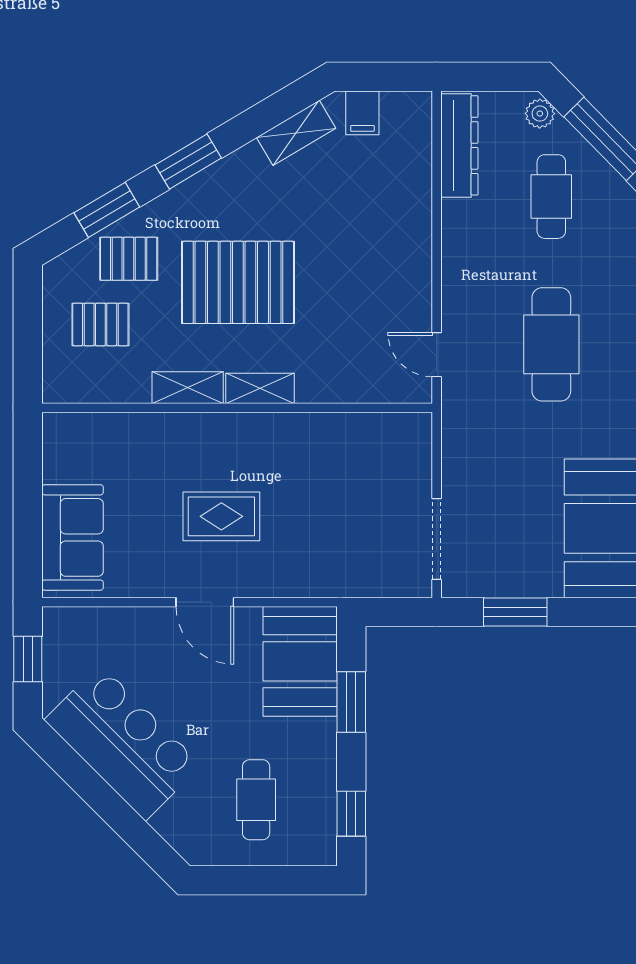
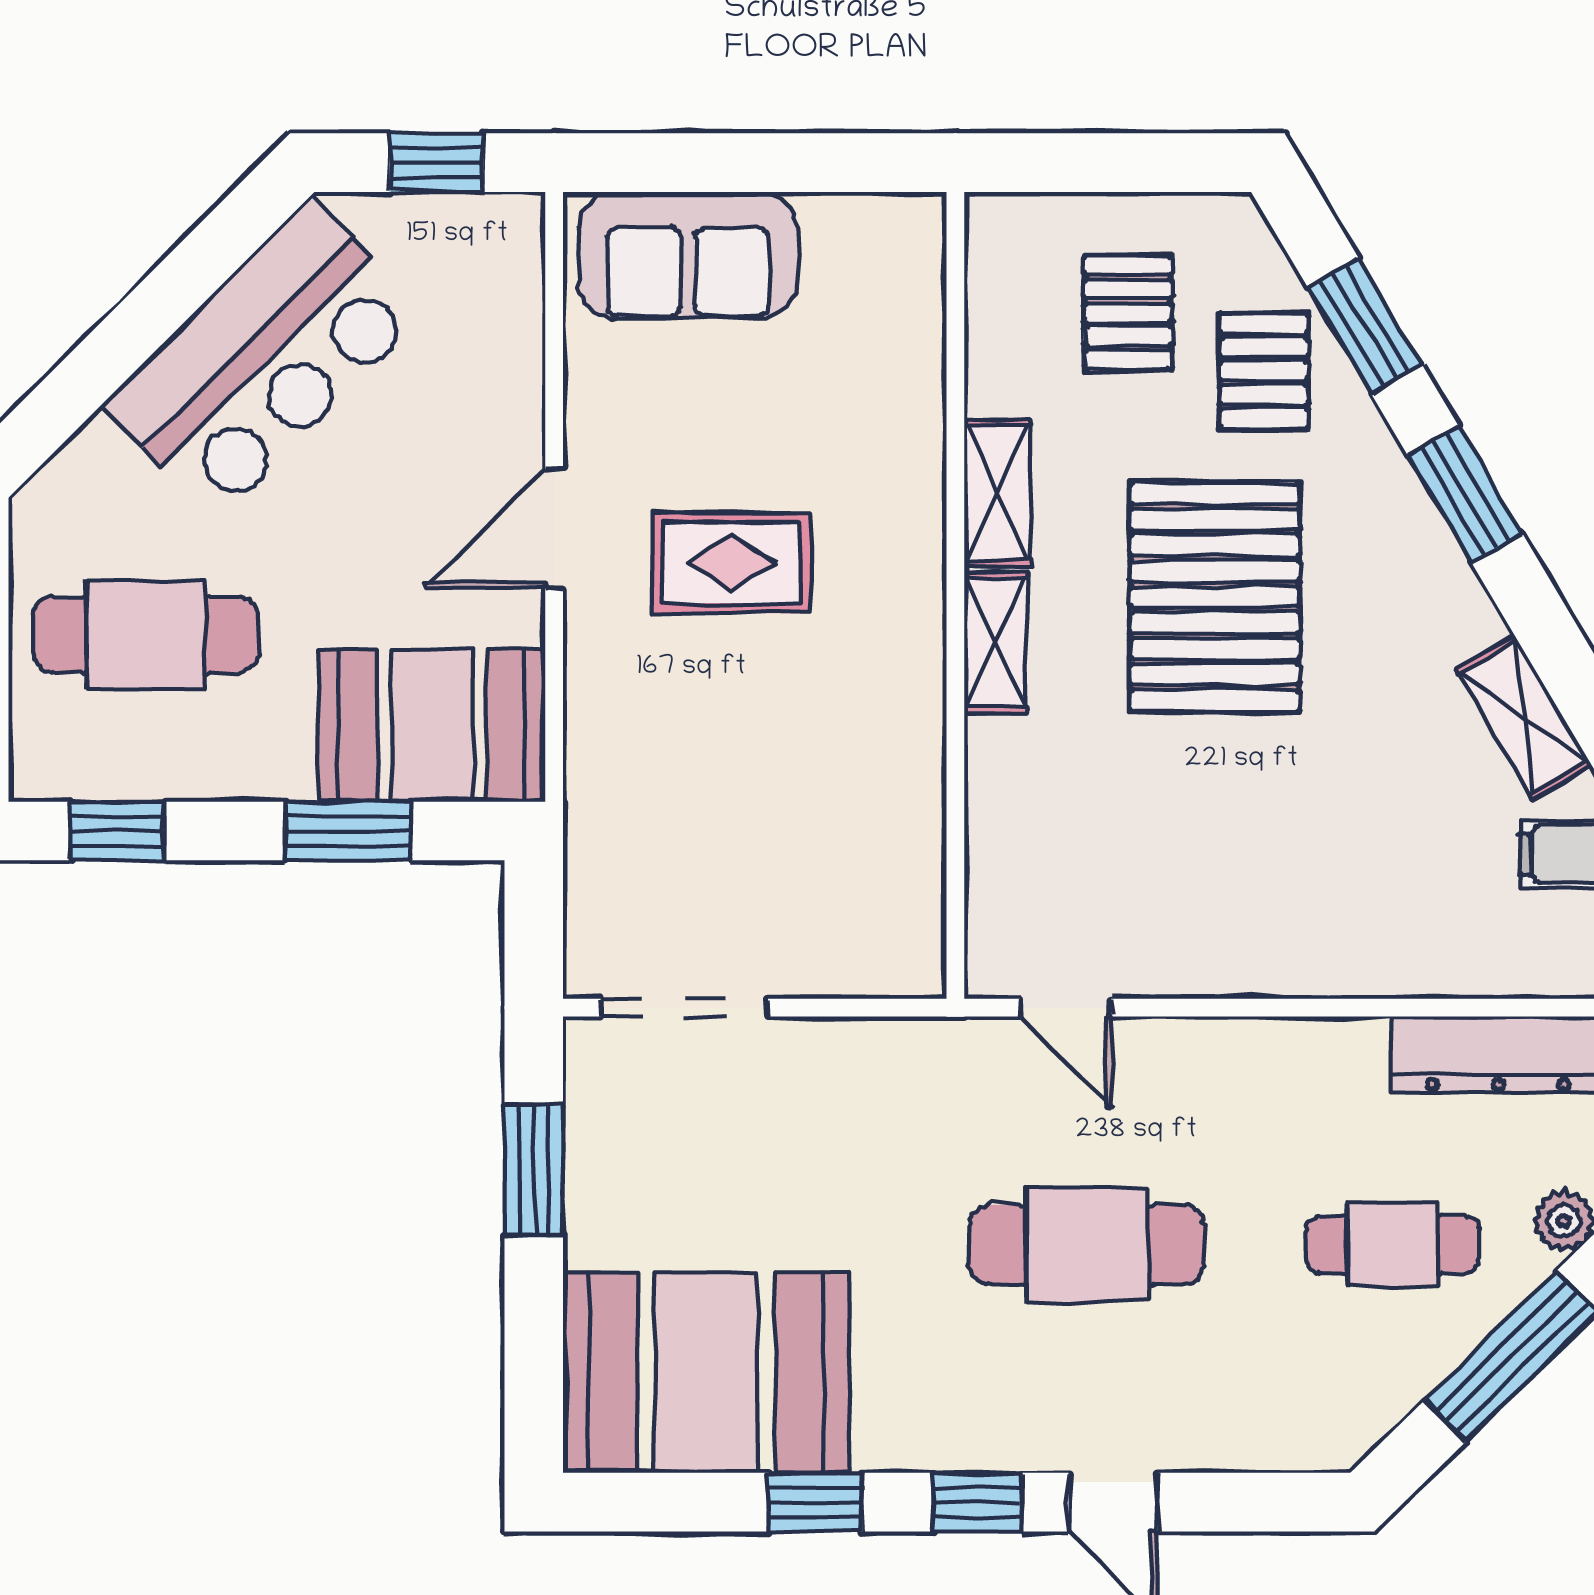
door: (437, 355) -> (1066, 1008), swing flipped
rug: (221, 516) -> (731, 563), turned 90
cafe table: (256, 800) -> (146, 634), width x1.37, depth x1.35

